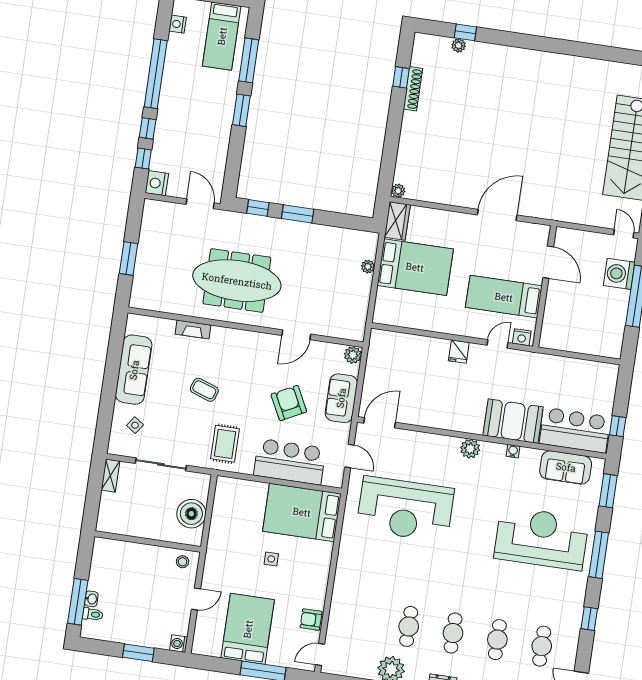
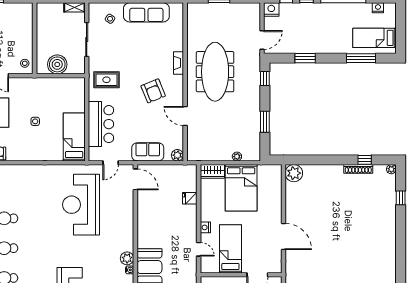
plant: (459, 45) -> (391, 169), moved
window: (241, 110) -> (305, 58), moved
plant: (398, 191) -> (294, 173), width x1.87, depth x1.87
window: (298, 214) -> (265, 122), moved
wardrobe: (397, 221) -> (212, 171), moved
fireplace: (193, 330) -> (179, 63), moved
nightstand: (522, 337) -> (205, 227), moved
fridge: (459, 352) -> (190, 198), moved
coffee table: (204, 390) -> (140, 61), removed
armchair: (289, 403) -> (153, 91), moved, turned 95
plant: (470, 449) -> (127, 258), moved
bed: (302, 512) -> (74, 137), width x0.67

